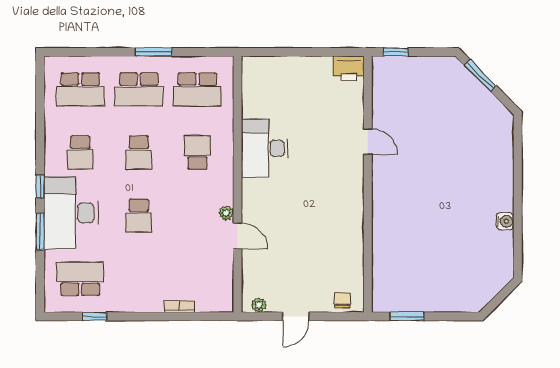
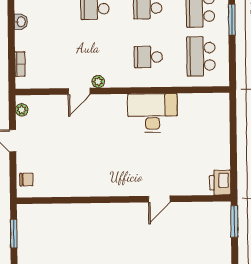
window: (396, 52) -> (234, 222), width x1.50
school desk: (197, 153) -> (148, 57), turned 180
washbasin: (153, 305) -> (21, 22), added
bookcase: (179, 306) -> (20, 64), moved

